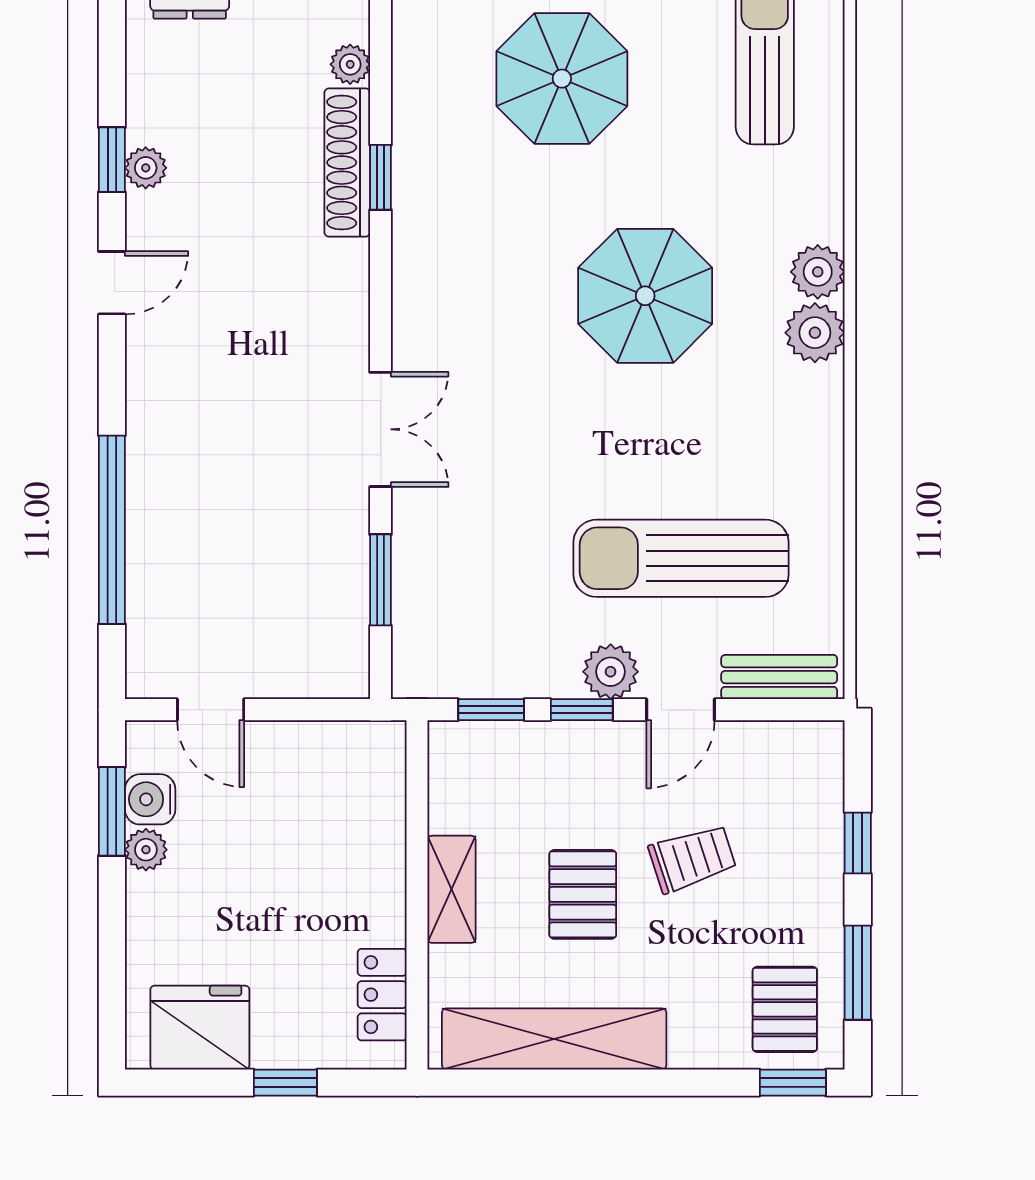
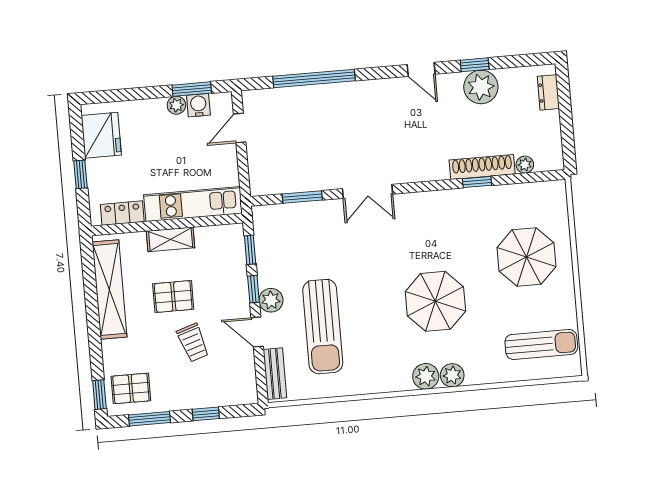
plant: (146, 168) -> (481, 87), width x1.88, depth x1.88
sun lounger: (681, 558) -> (323, 327), turned 180
kitchen unit: (375, 831) -> (193, 204), added

